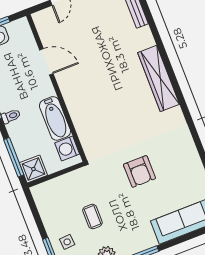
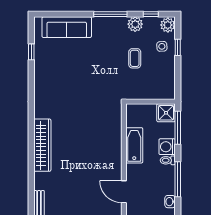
washing machine: (67, 149) -> (167, 147), moved, turned 180
armchair: (139, 171) -> (85, 79), removed

